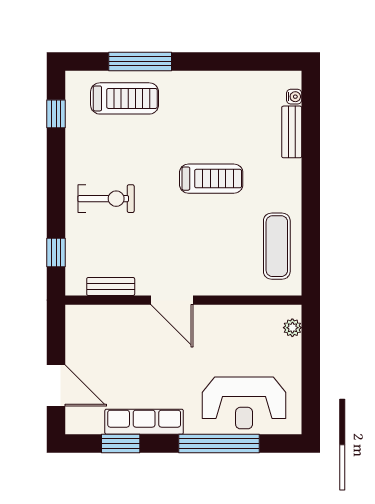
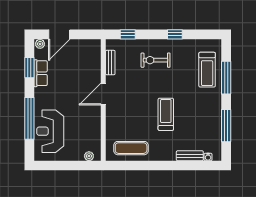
window: (233, 61) -> (226, 126), added
window: (56, 114) -> (175, 34), moved
treadmill: (211, 179) -> (166, 114), turned 180
exercise bike: (106, 199) -> (155, 60), turned 90
row of seats: (144, 422) -> (41, 73), width x0.68
plant: (74, 423) -> (40, 44), added

